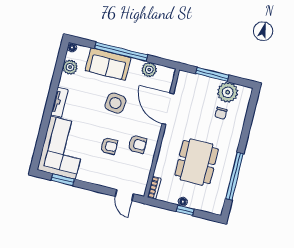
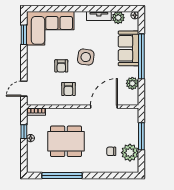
tv unit: (59, 102) -> (99, 16), moved
side table: (115, 103) -> (86, 57), moved
window: (185, 210) -> (24, 132), moved

